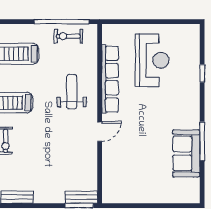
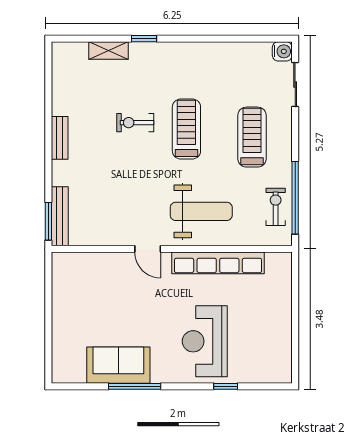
reception desk: (152, 60) -> (205, 341), moved, turned 90
weight bench: (72, 92) -> (201, 211), width x1.36, depth x1.33
bench: (81, 197) -> (60, 216), width x1.36

